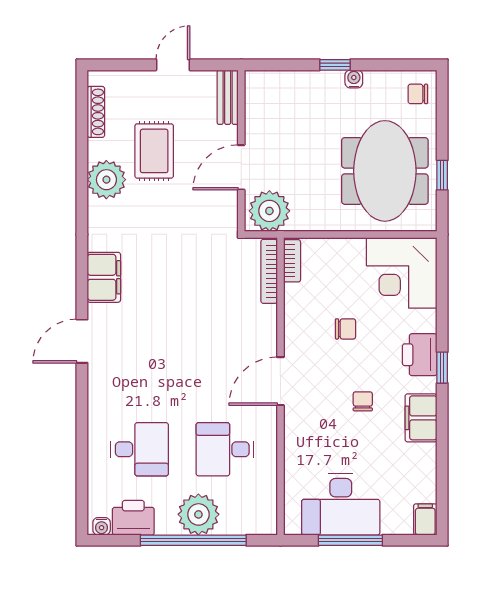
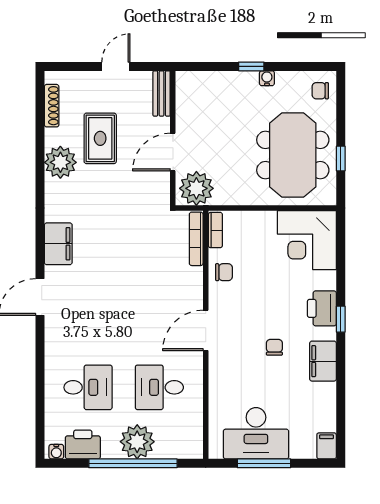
chair: (345, 329) -> (224, 272), moved

